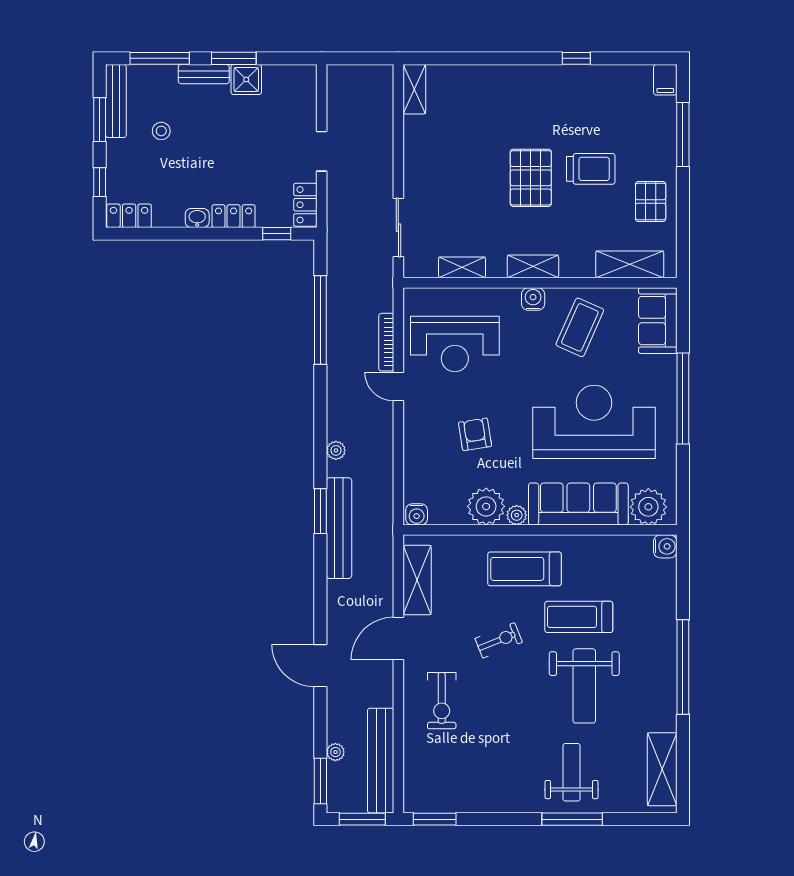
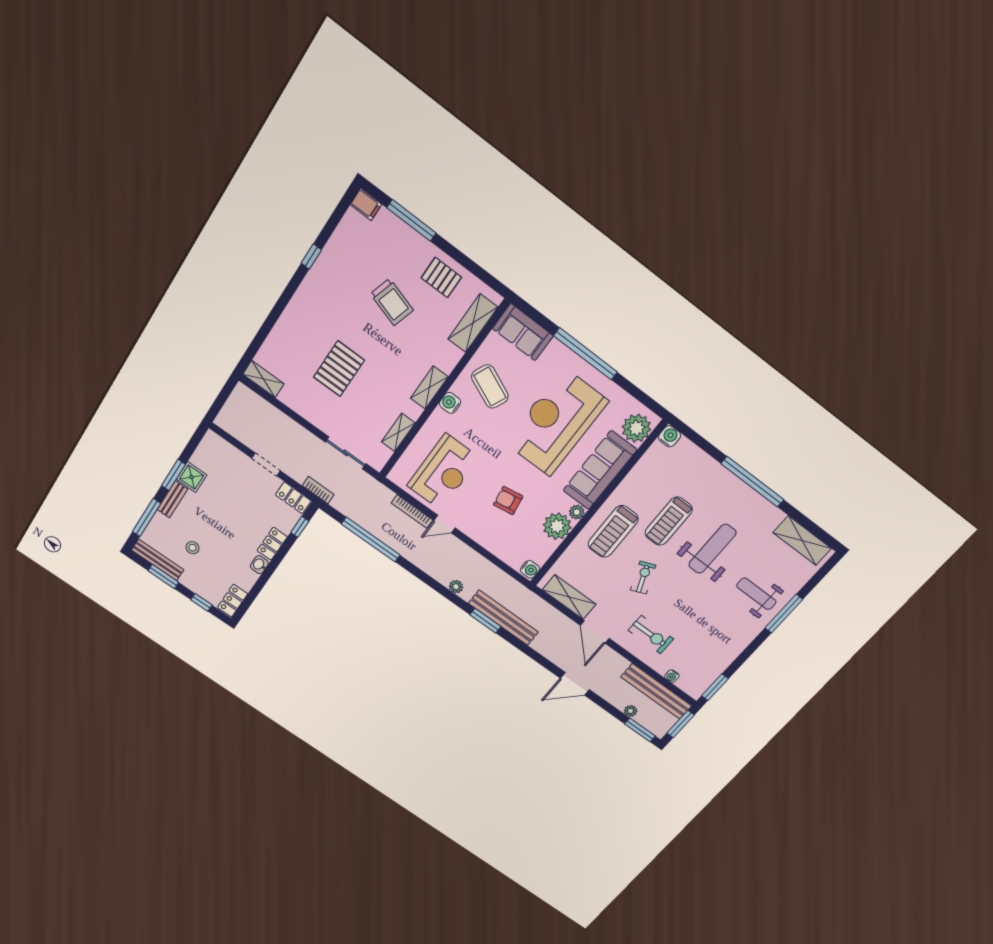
trolley: (591, 169) -> (392, 302), turned 107
pallet: (531, 178) -> (339, 369), moved, turned 90
bookcase: (335, 226) -> (318, 490), added
weight bench: (584, 686) -> (712, 549), turned -90
water cooler: (411, 762) -> (672, 676), added

